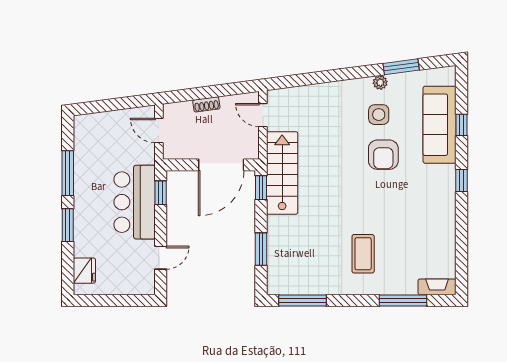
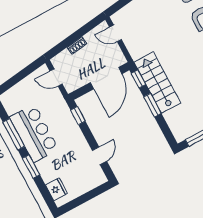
stairs: (282, 173) -> (157, 82), moved
bar counter: (135, 202) -> (34, 133), moved, turned 180
window: (261, 249) -> (153, 105), moved

